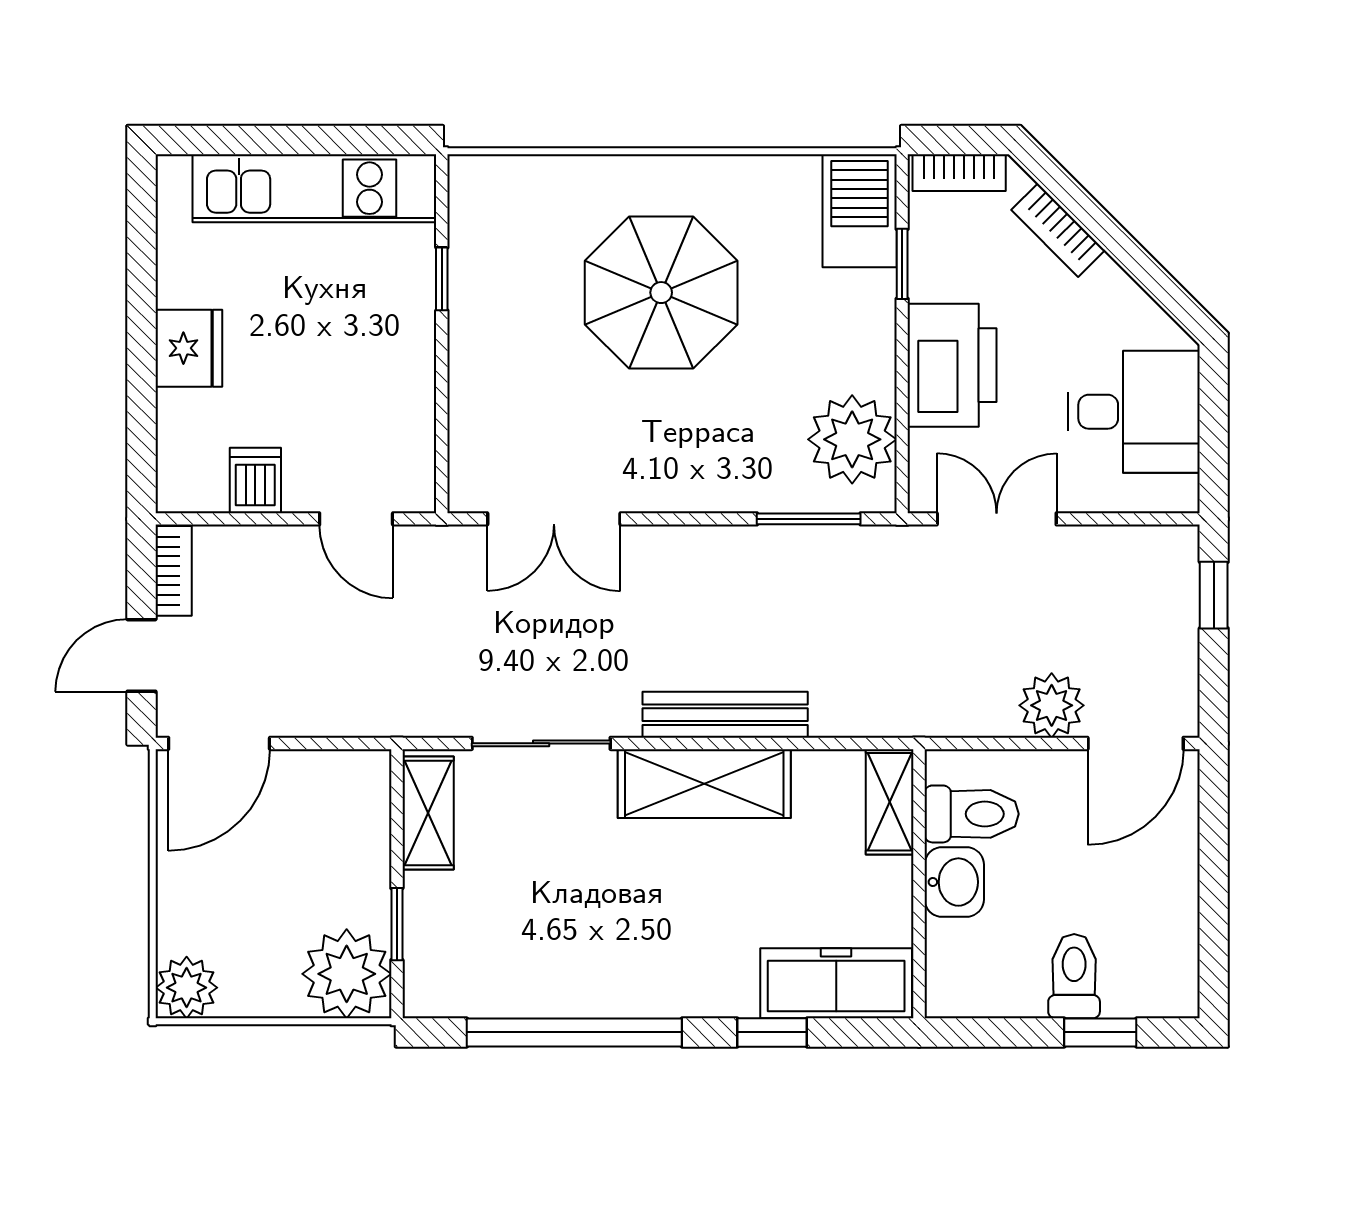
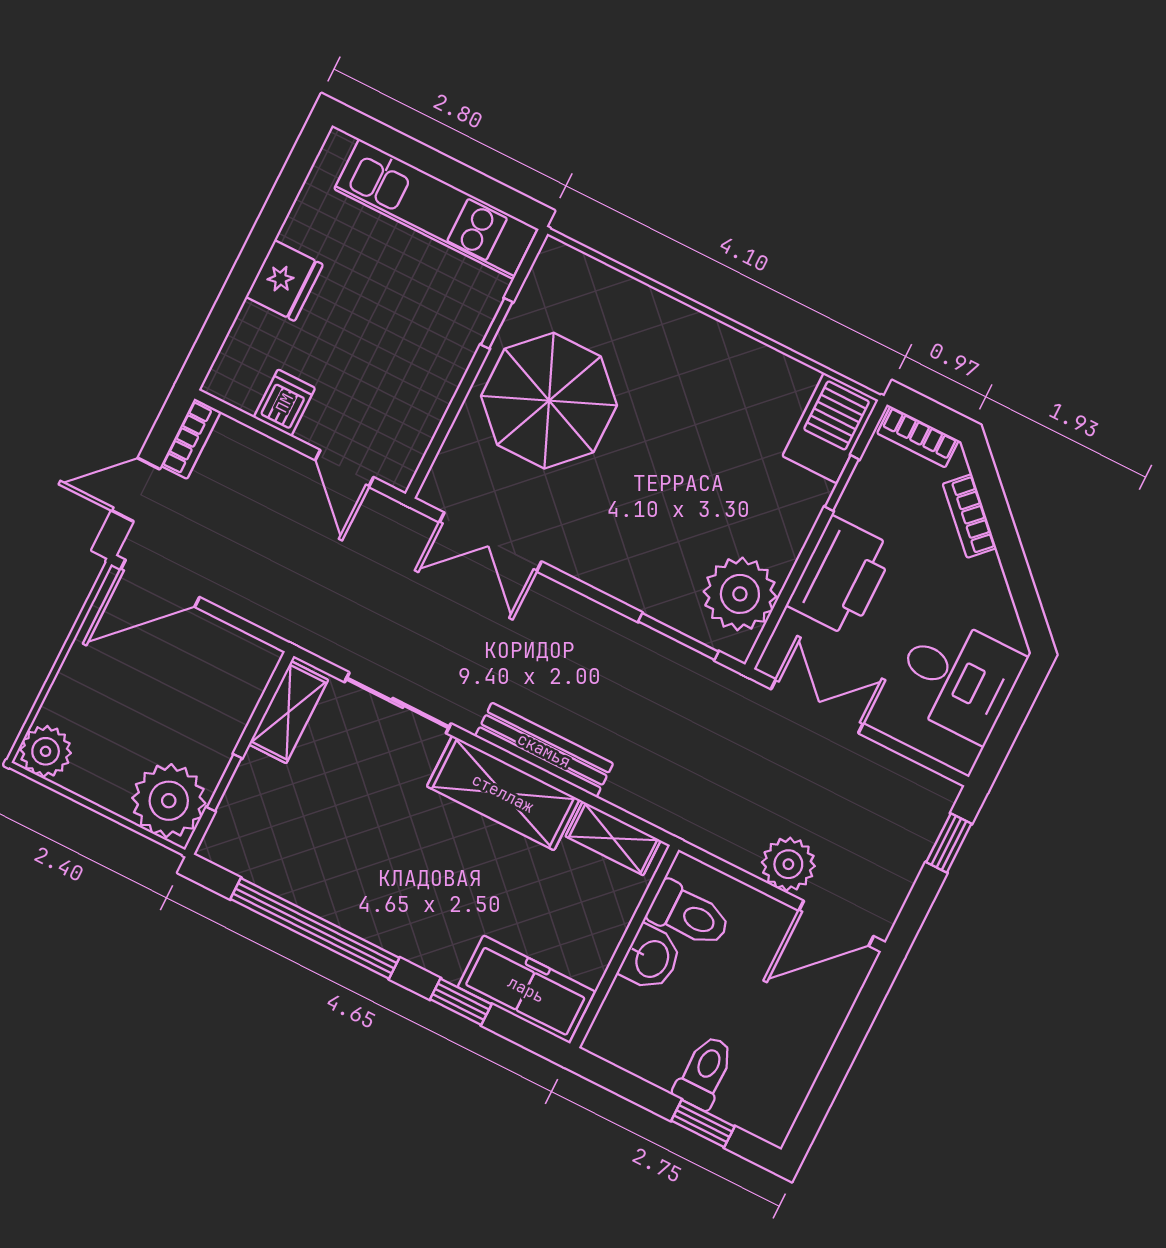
parasol: (661, 293) -> (549, 401), moved
shelving: (890, 802) -> (613, 838), moved, turned 90

